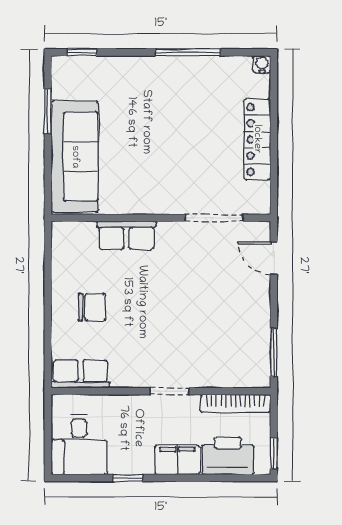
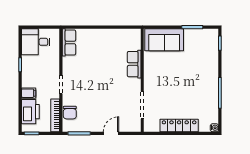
sofa: (75, 157) -> (164, 40), width x0.73
door: (274, 258) -> (111, 133), moved
chair: (92, 307) -> (70, 113), moved
filing cabinet: (177, 460) -> (29, 93), width x0.50

